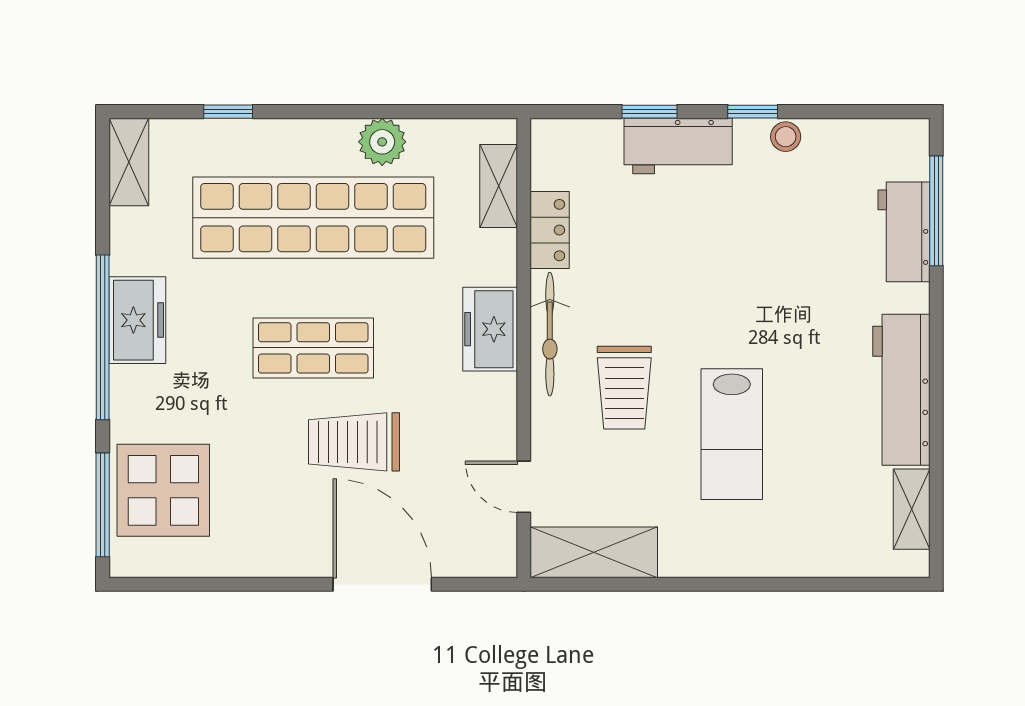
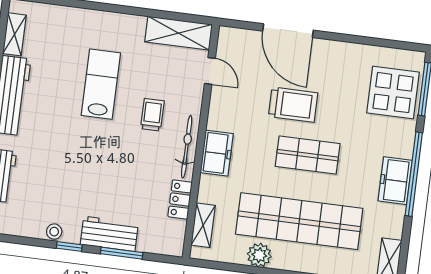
window: (649, 112) -> (122, 253), width x1.50
trolley: (624, 388) -> (152, 115), width x0.73, depth x0.72

